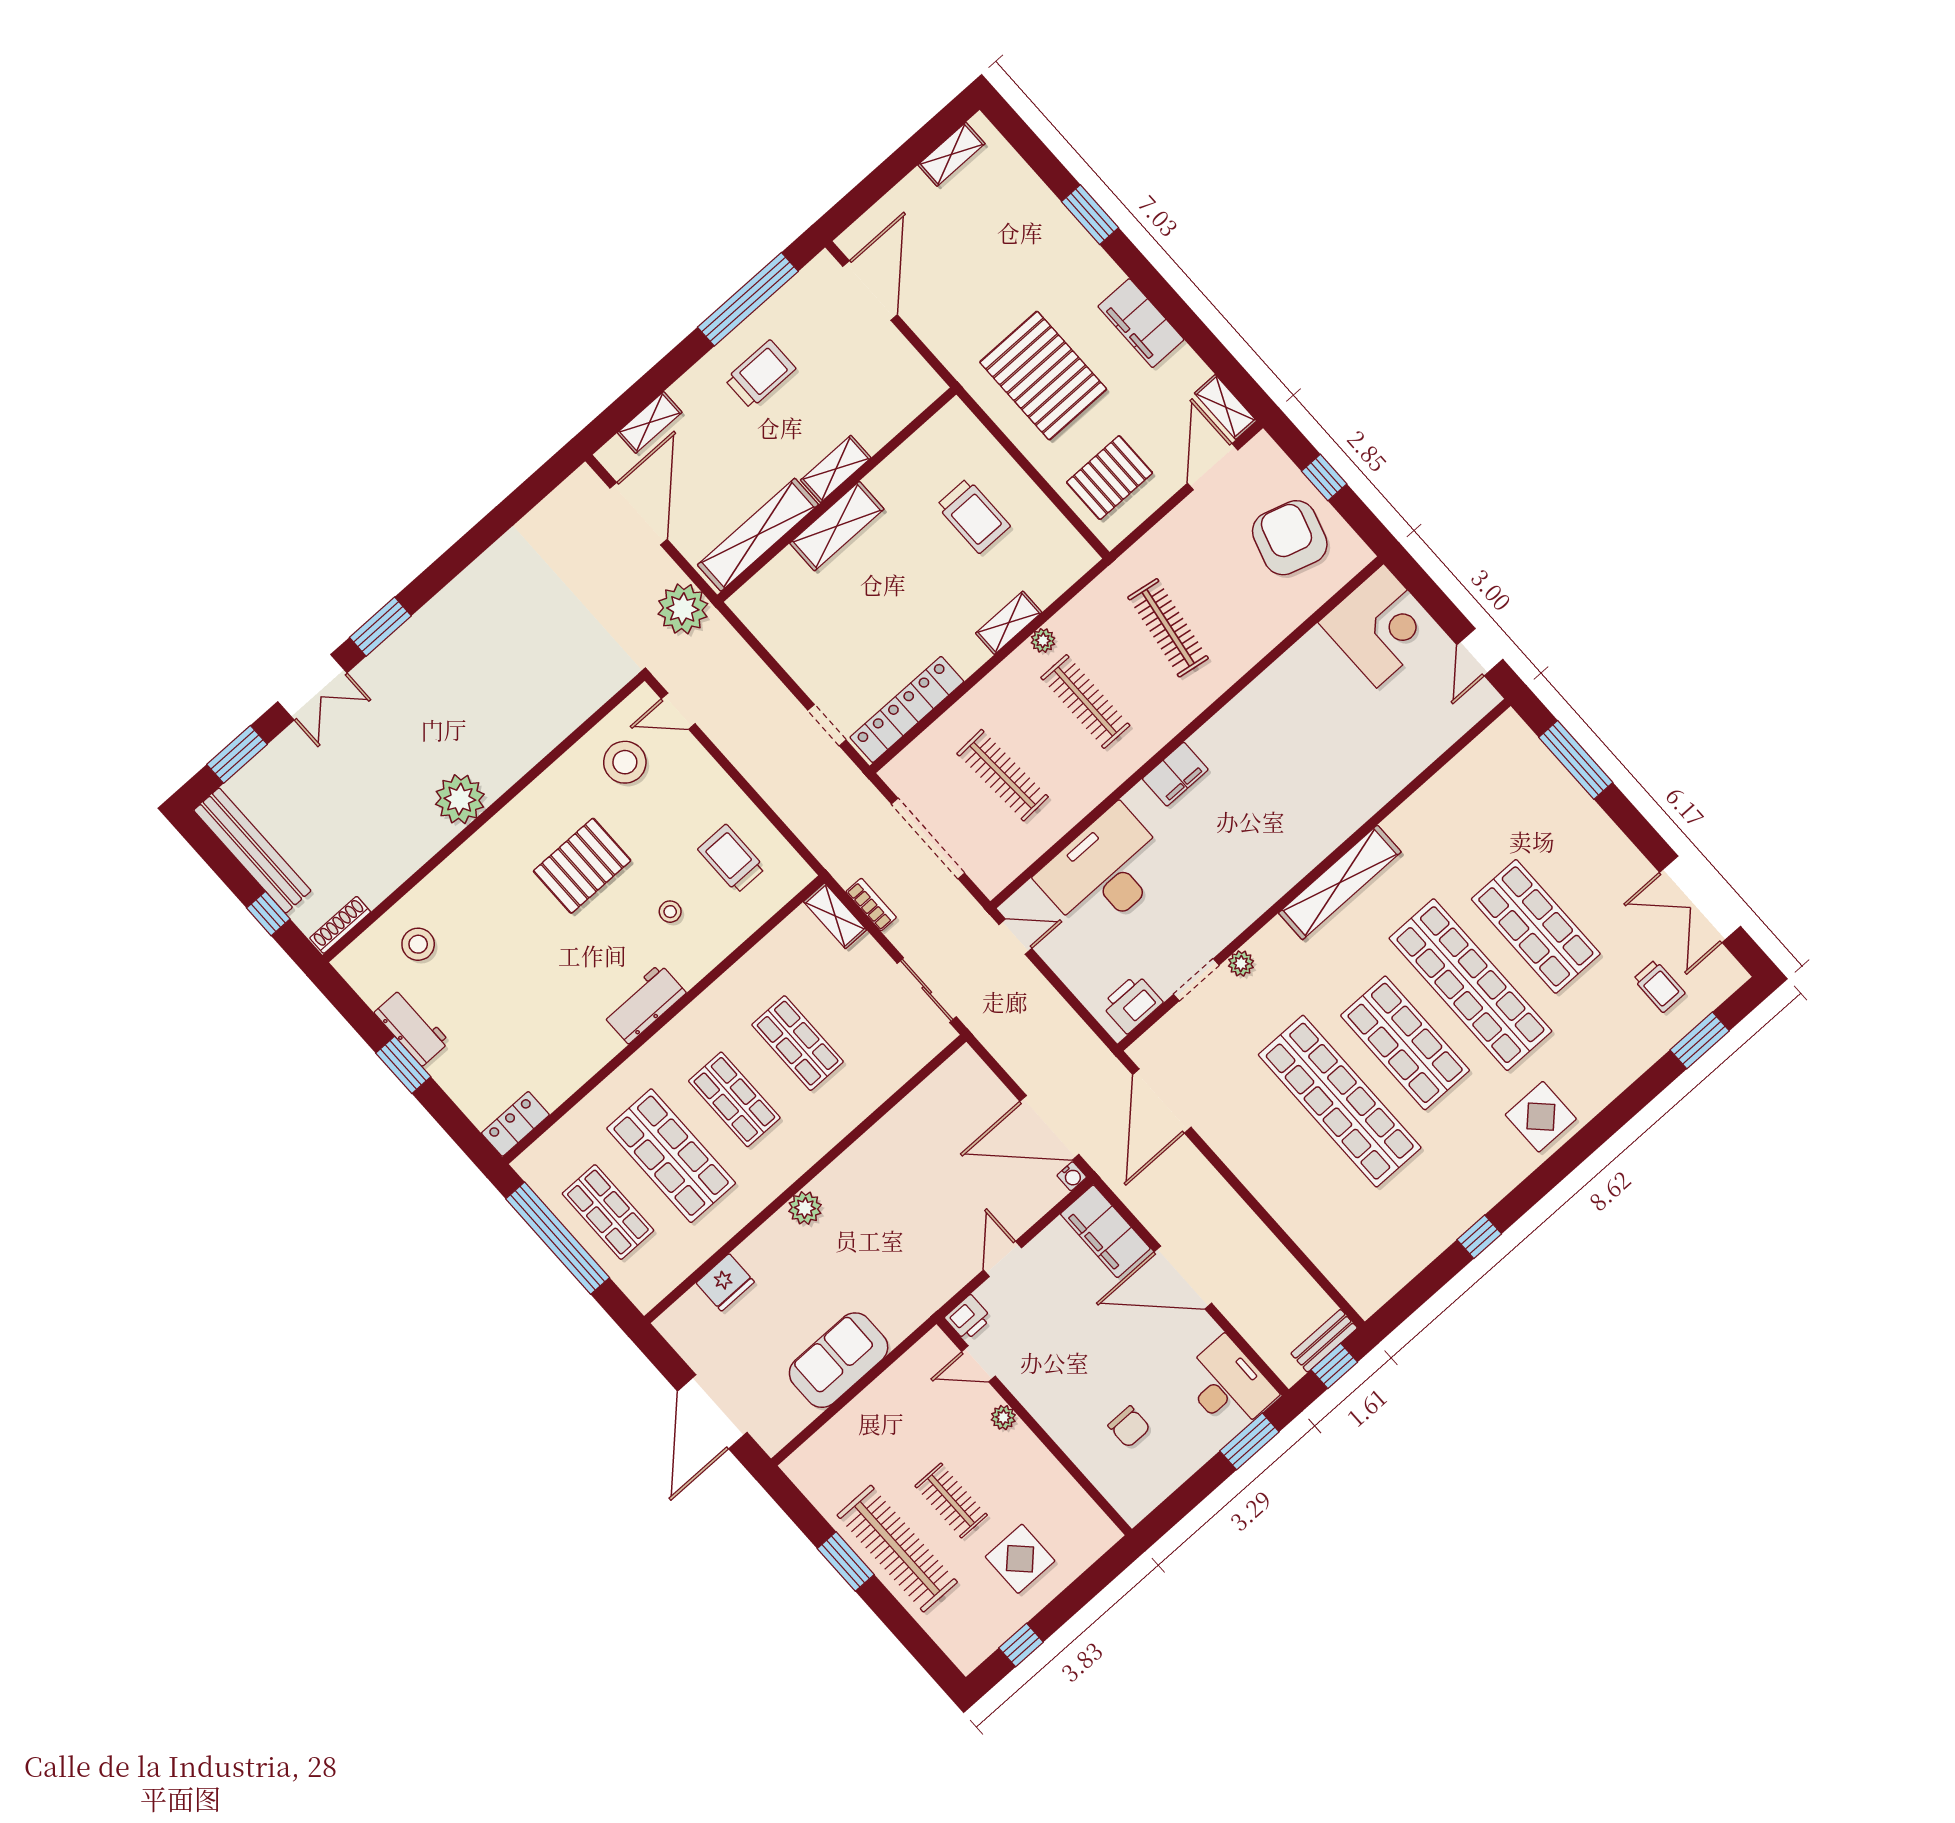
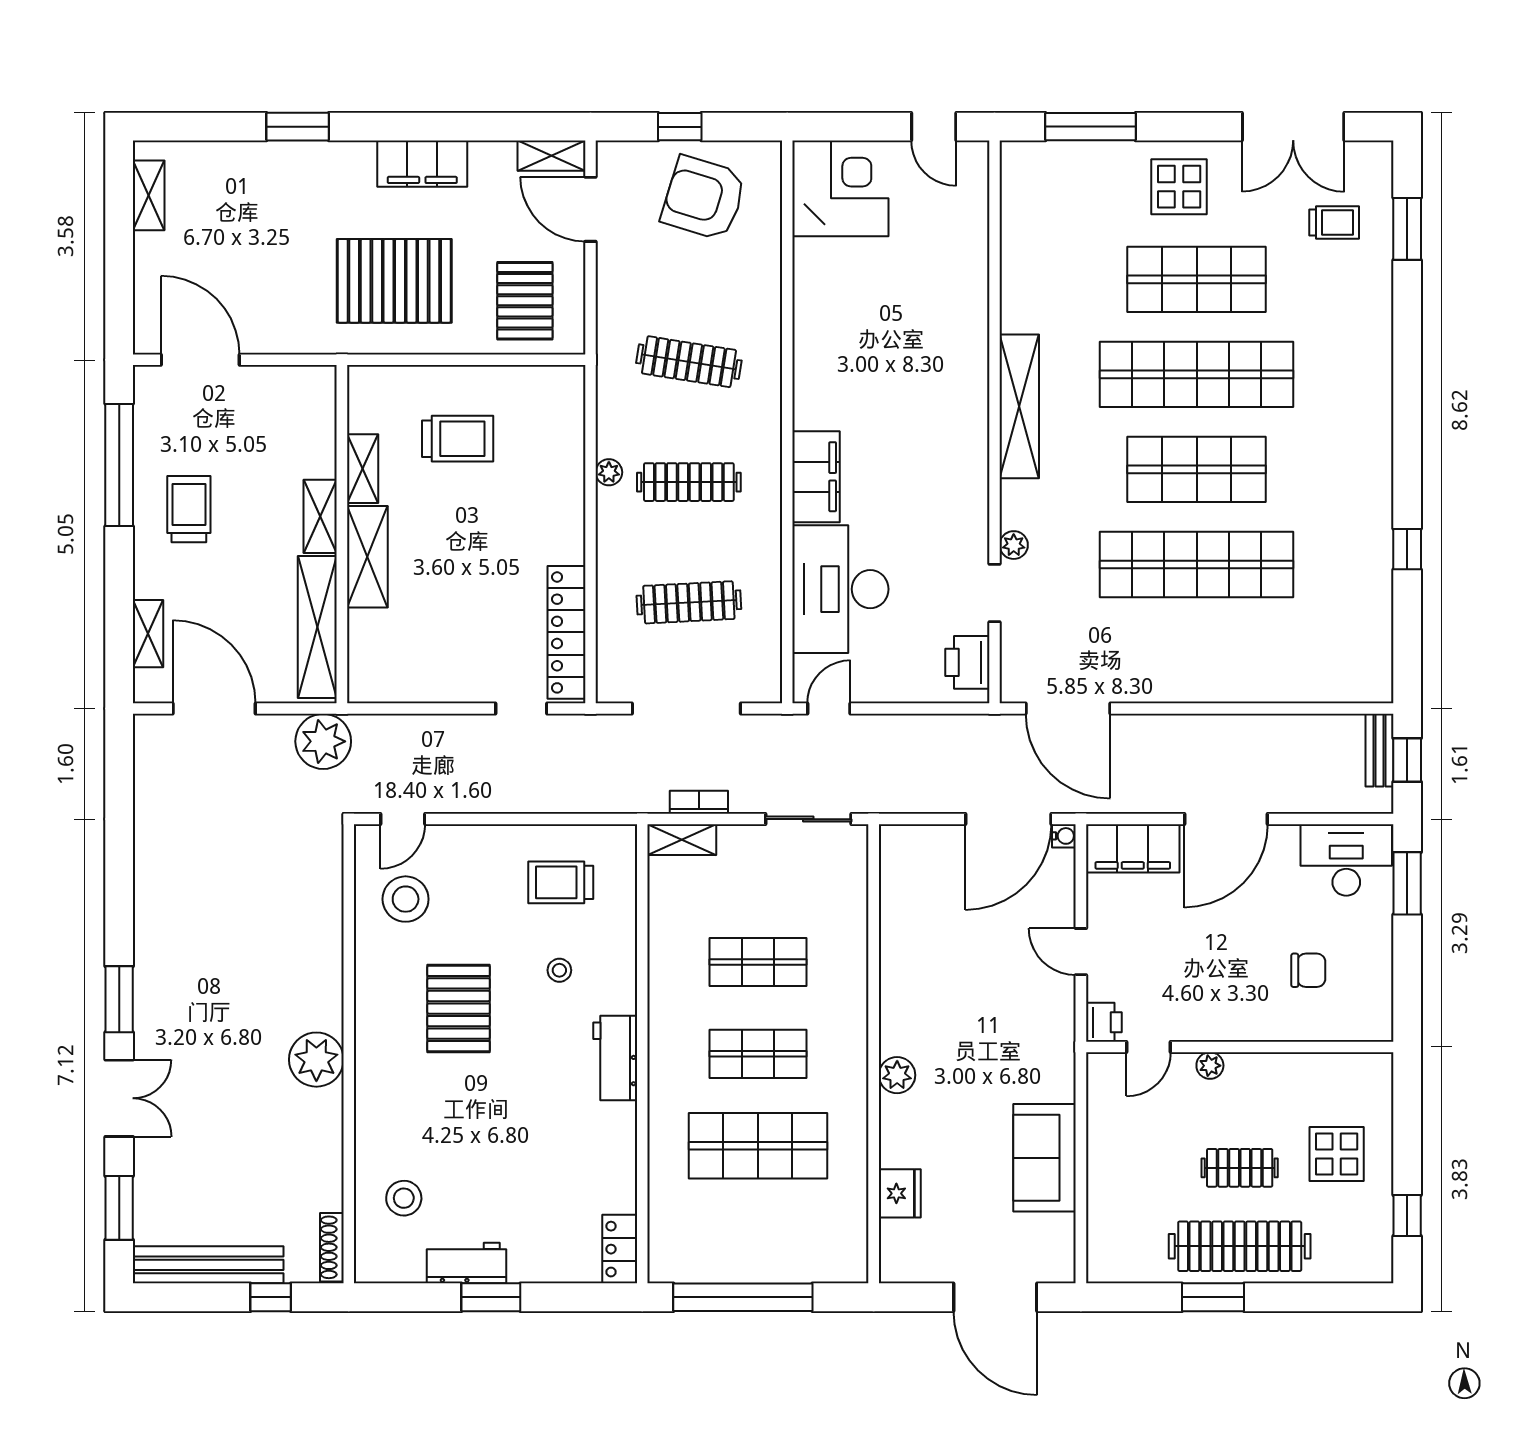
shelving: (1009, 623) -> (363, 469), moved
filing cabinet: (1175, 774) -> (816, 477), width x1.50, depth x1.17
display table: (1541, 1117) -> (1179, 187), moved
shop shelf: (608, 1212) -> (758, 1238), removed

